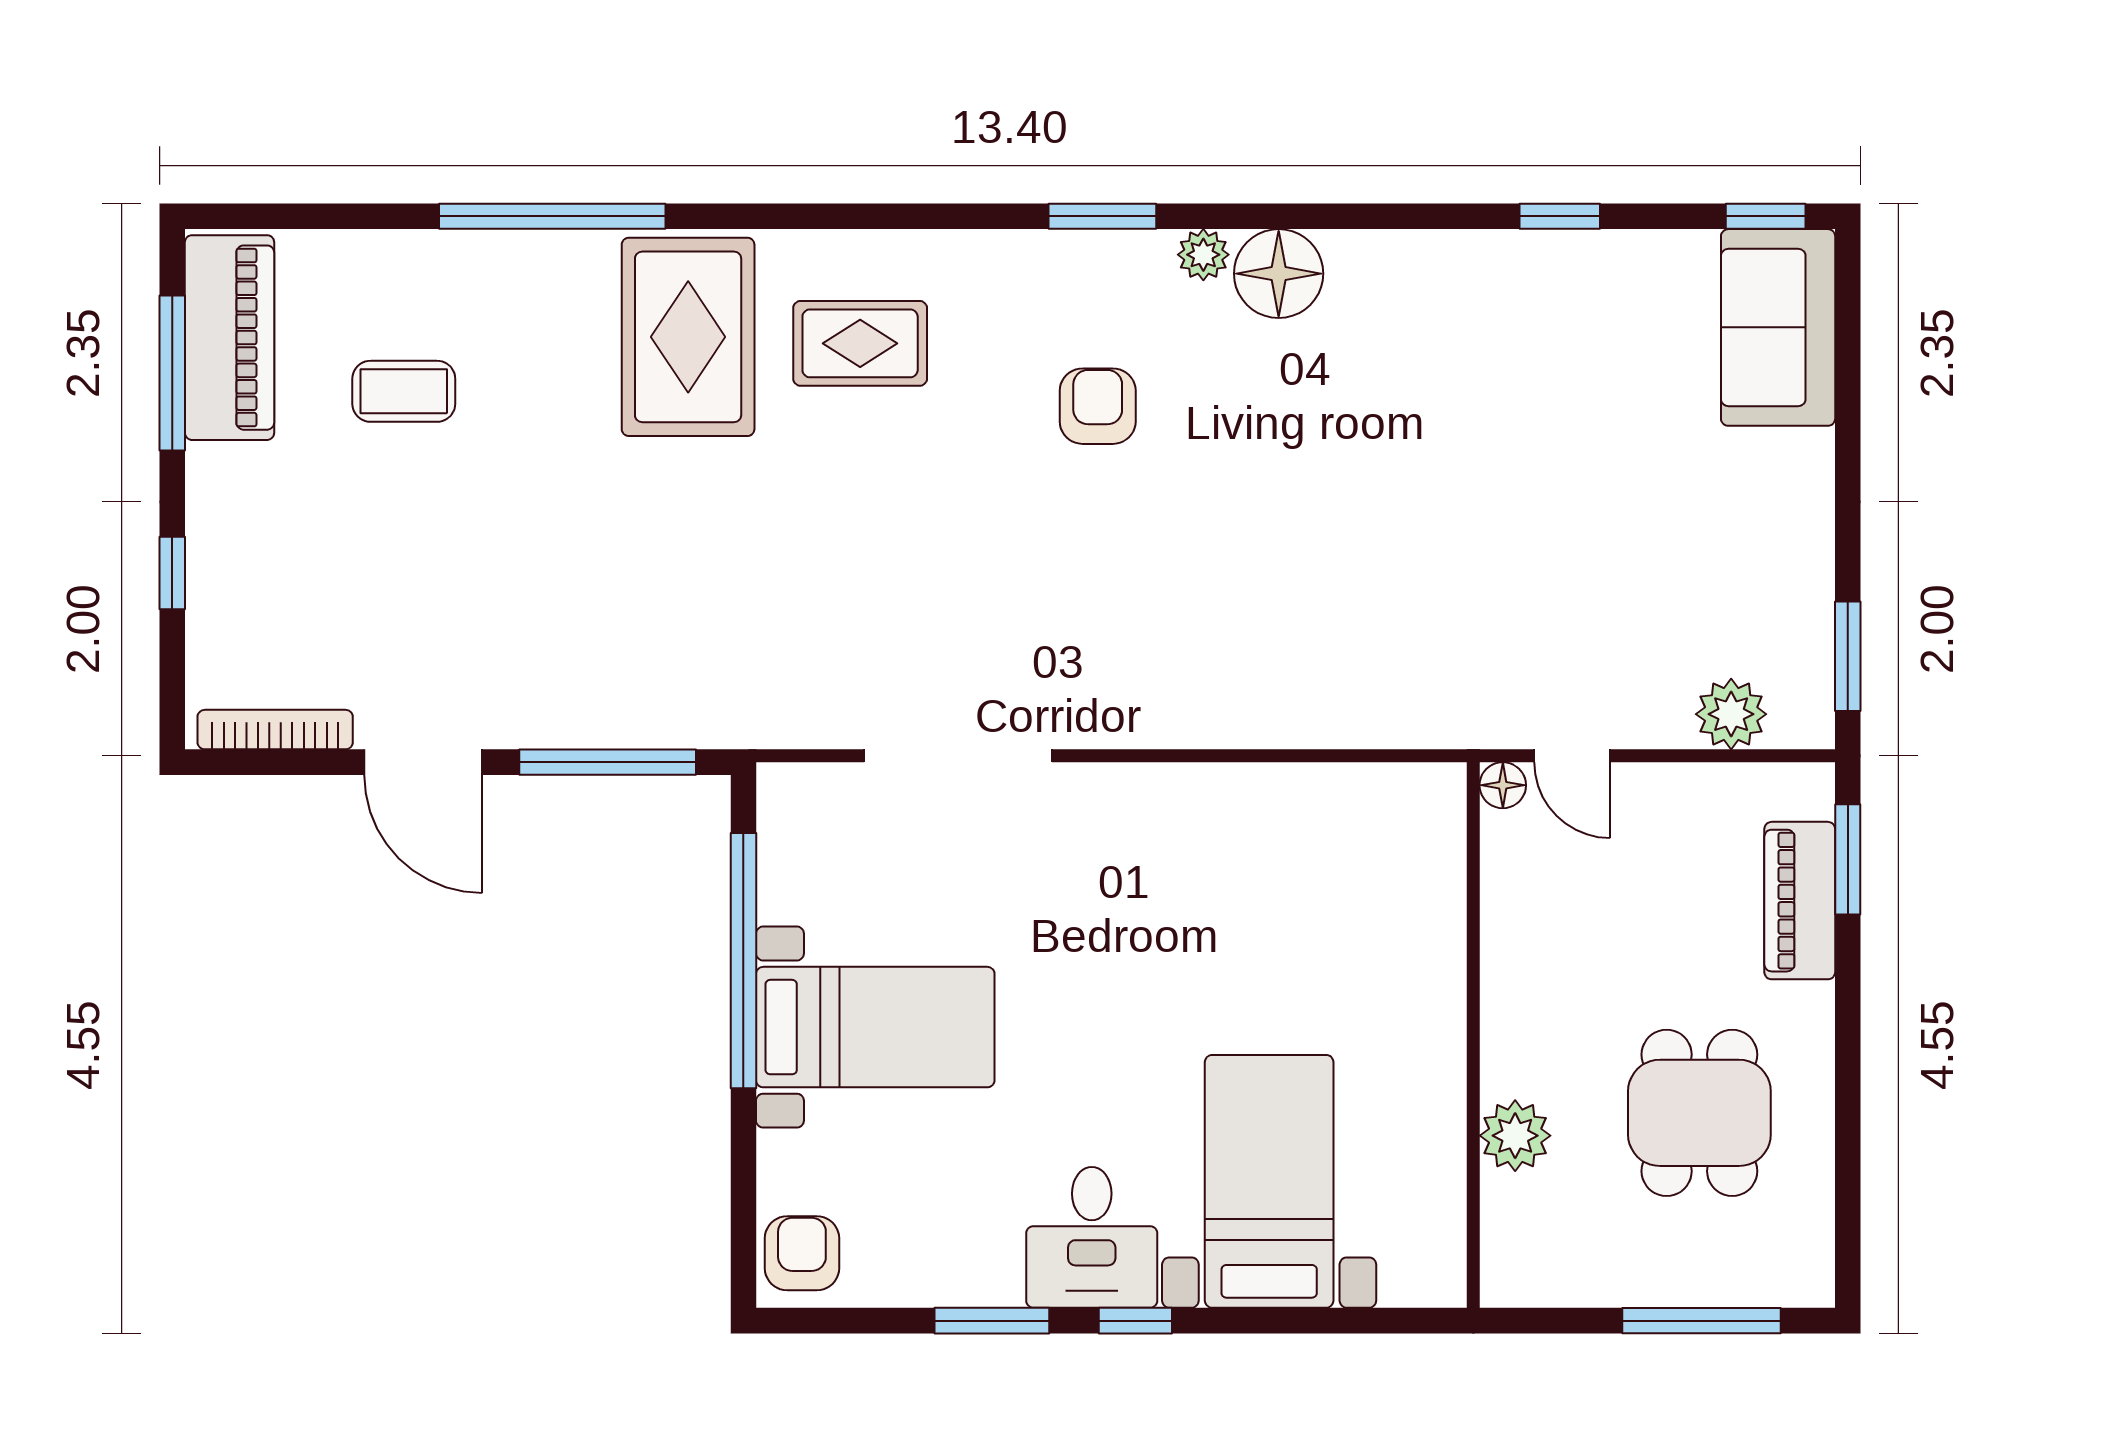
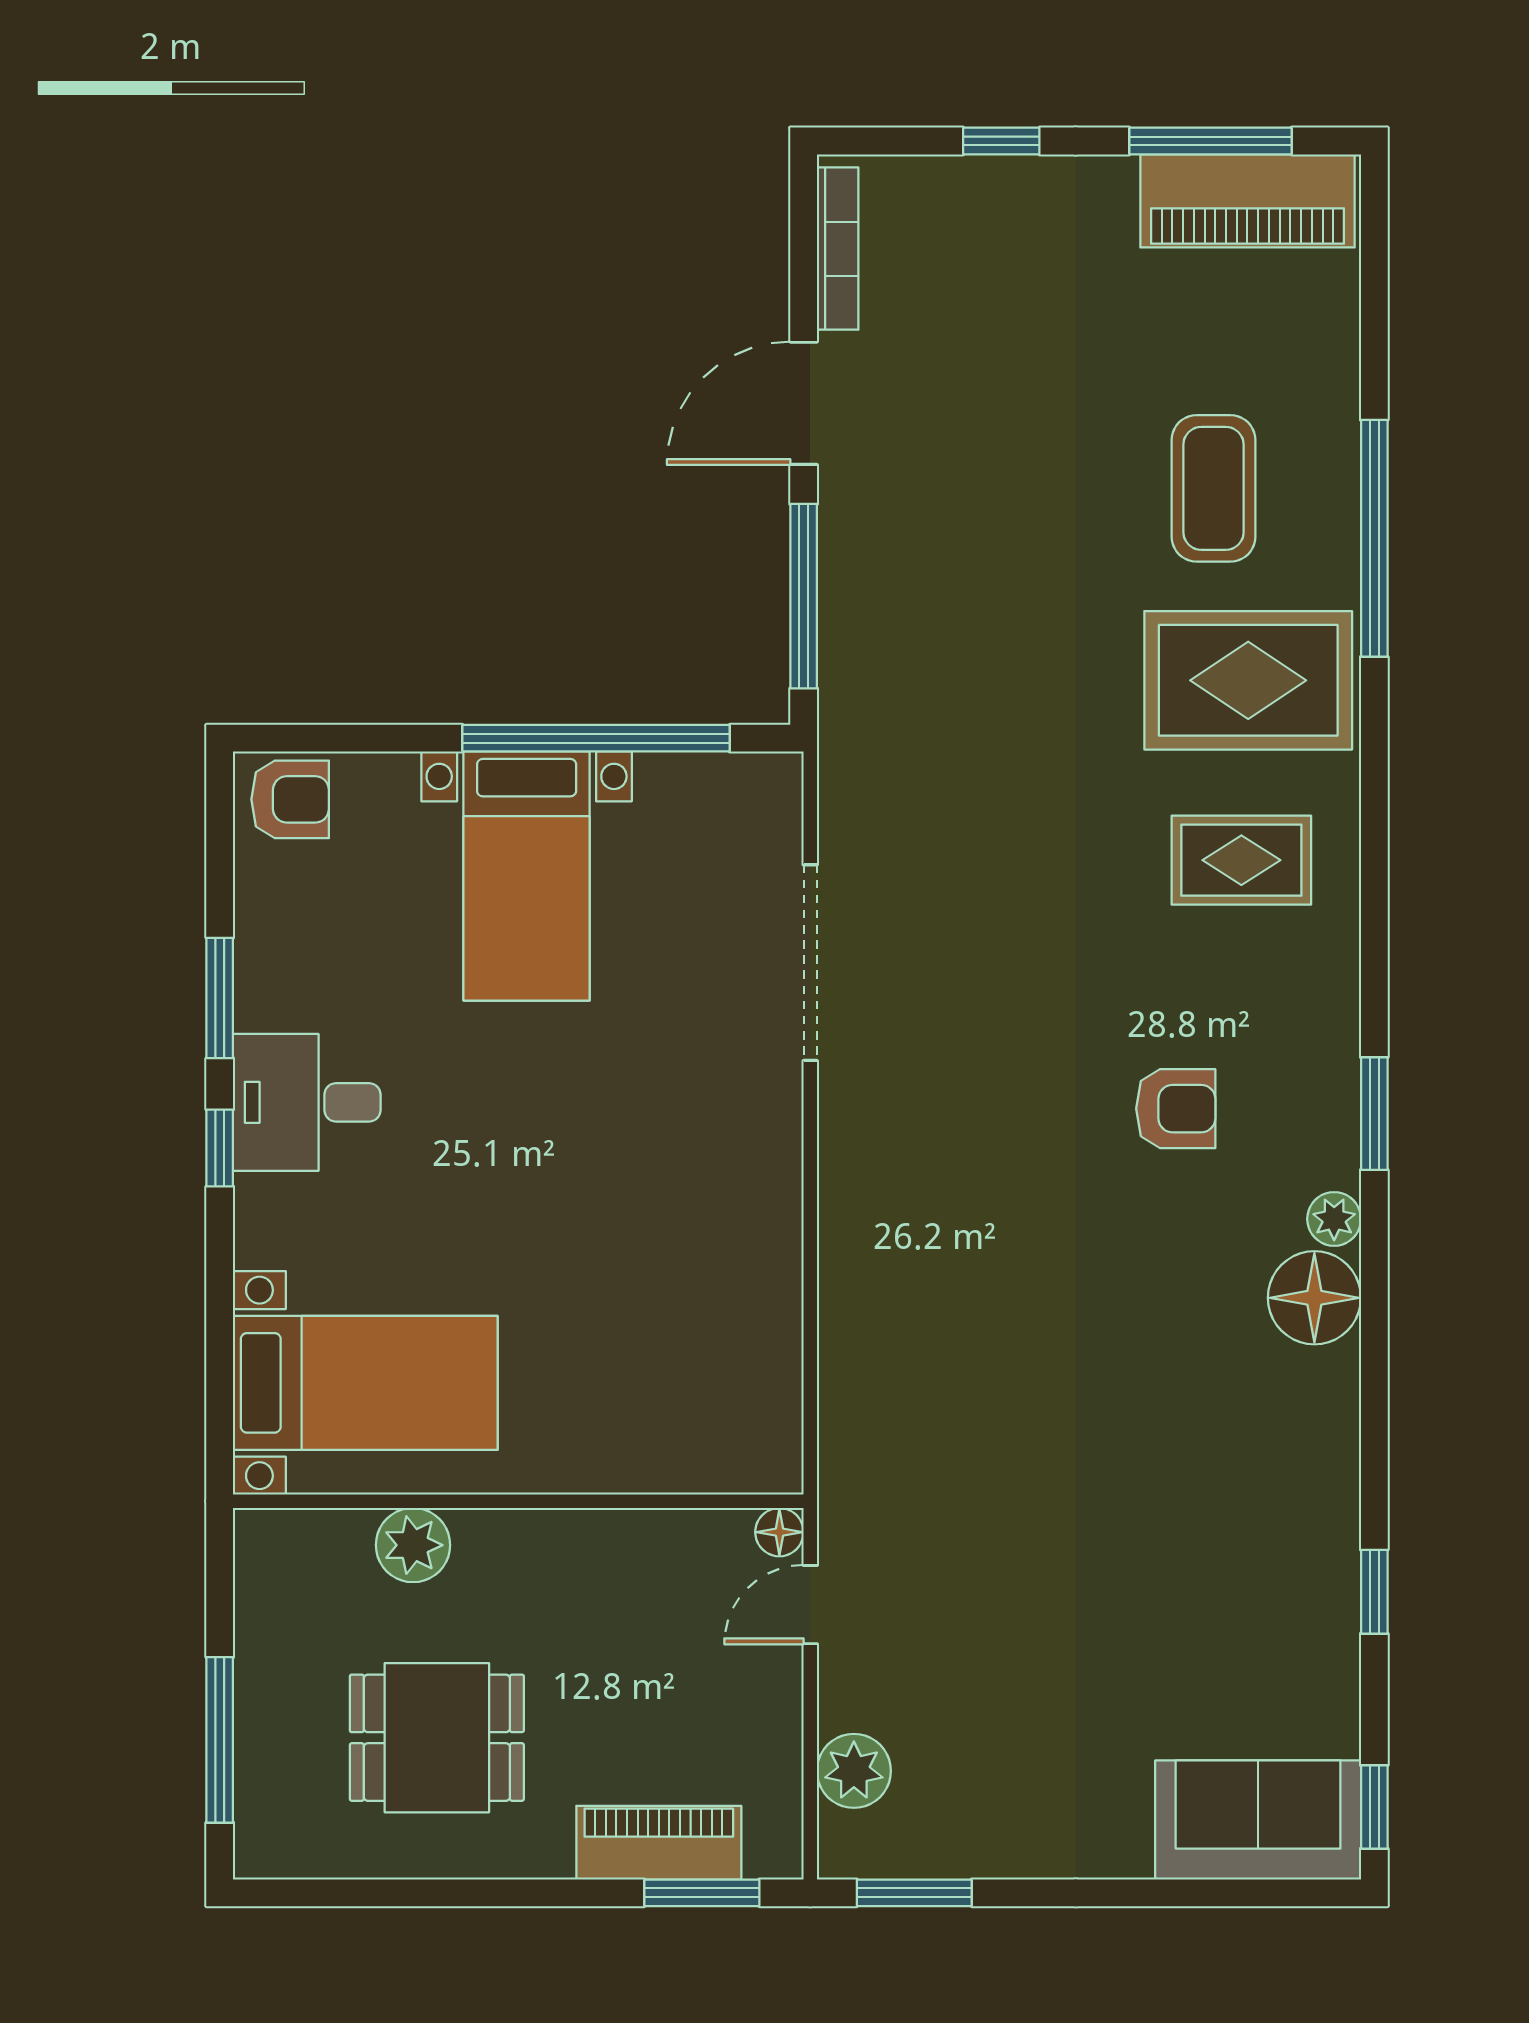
rug: (860, 343) -> (1241, 860), turned 90
coffee table: (404, 391) -> (1213, 488), moved, width x1.36, depth x1.30
bed with nightstands: (1269, 1181) -> (365, 1383), moved

